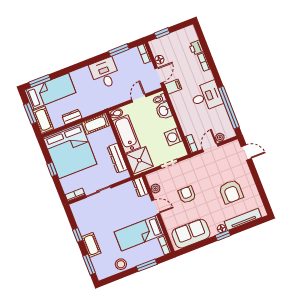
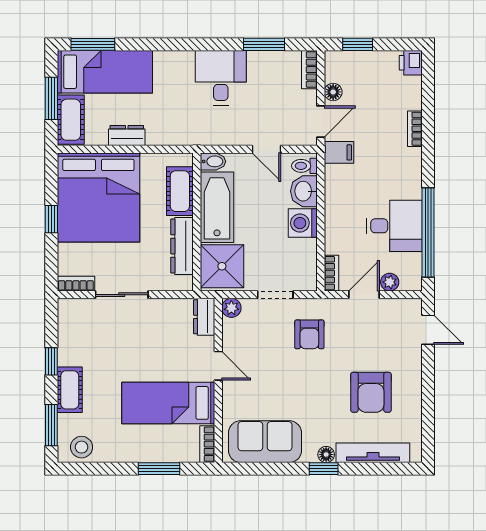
printer: (196, 48) -> (411, 63), moved
desk: (206, 96) -> (394, 226), moved
door: (139, 98) -> (266, 149), swing flipped
cot: (95, 124) -> (180, 191), moved, turned 90
washing machine: (173, 137) -> (303, 223), moved
plant: (155, 189) -> (231, 308), moved
armchair: (187, 195) -> (309, 334), moved, turned 180
stool: (121, 264) -> (82, 447), moved

